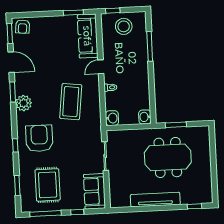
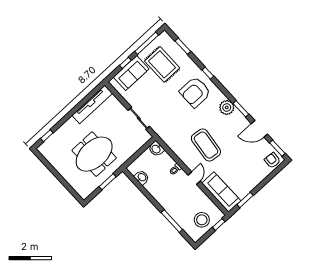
coffee table: (71, 102) -> (206, 145), moved
washbasin: (145, 117) -> (142, 177), moved
armchair: (39, 138) -> (195, 92), turned 90
sofa: (94, 191) -> (131, 73), moved, turned 90
tv unit: (155, 200) -> (92, 104), moved

